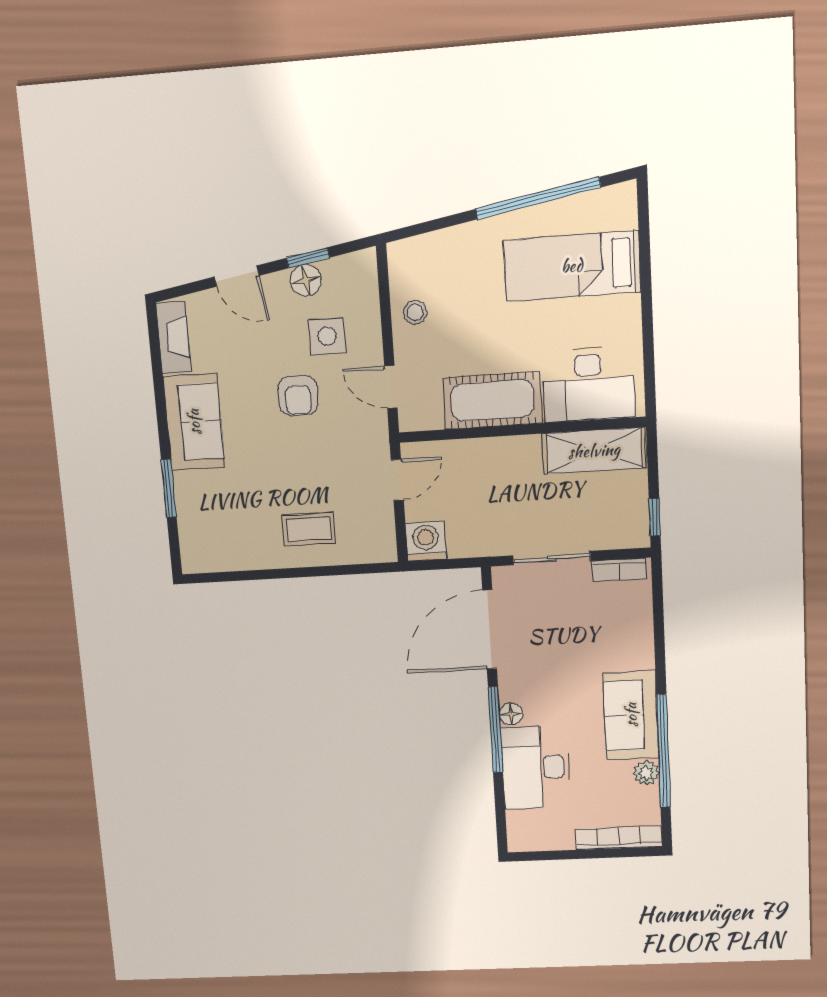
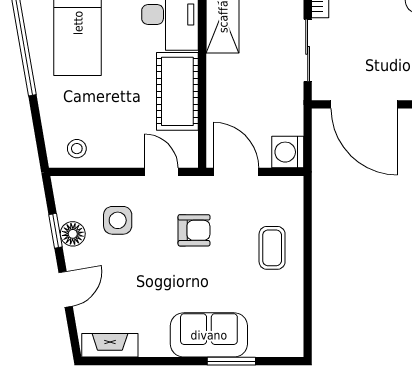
stool: (415, 312) -> (77, 149), moved
door: (391, 387) -> (161, 172), swing flipped
armchair: (298, 395) -> (194, 230), moved
sofa: (194, 422) -> (209, 335), moved
door: (397, 480) -> (236, 172), width x1.38

